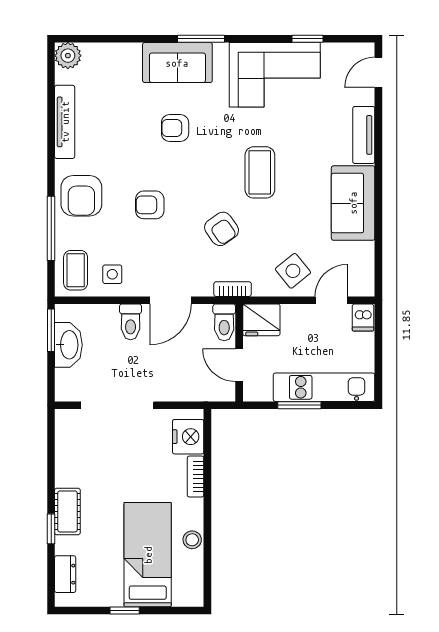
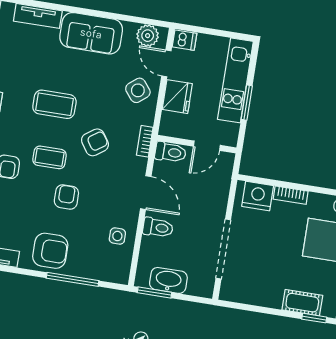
armchair: (150, 205) -> (66, 197), turned 180
coffee table: (76, 270) -> (50, 157), moved
plant: (361, 272) -> (148, 36), added
fridge: (261, 320) -> (177, 97), moved

